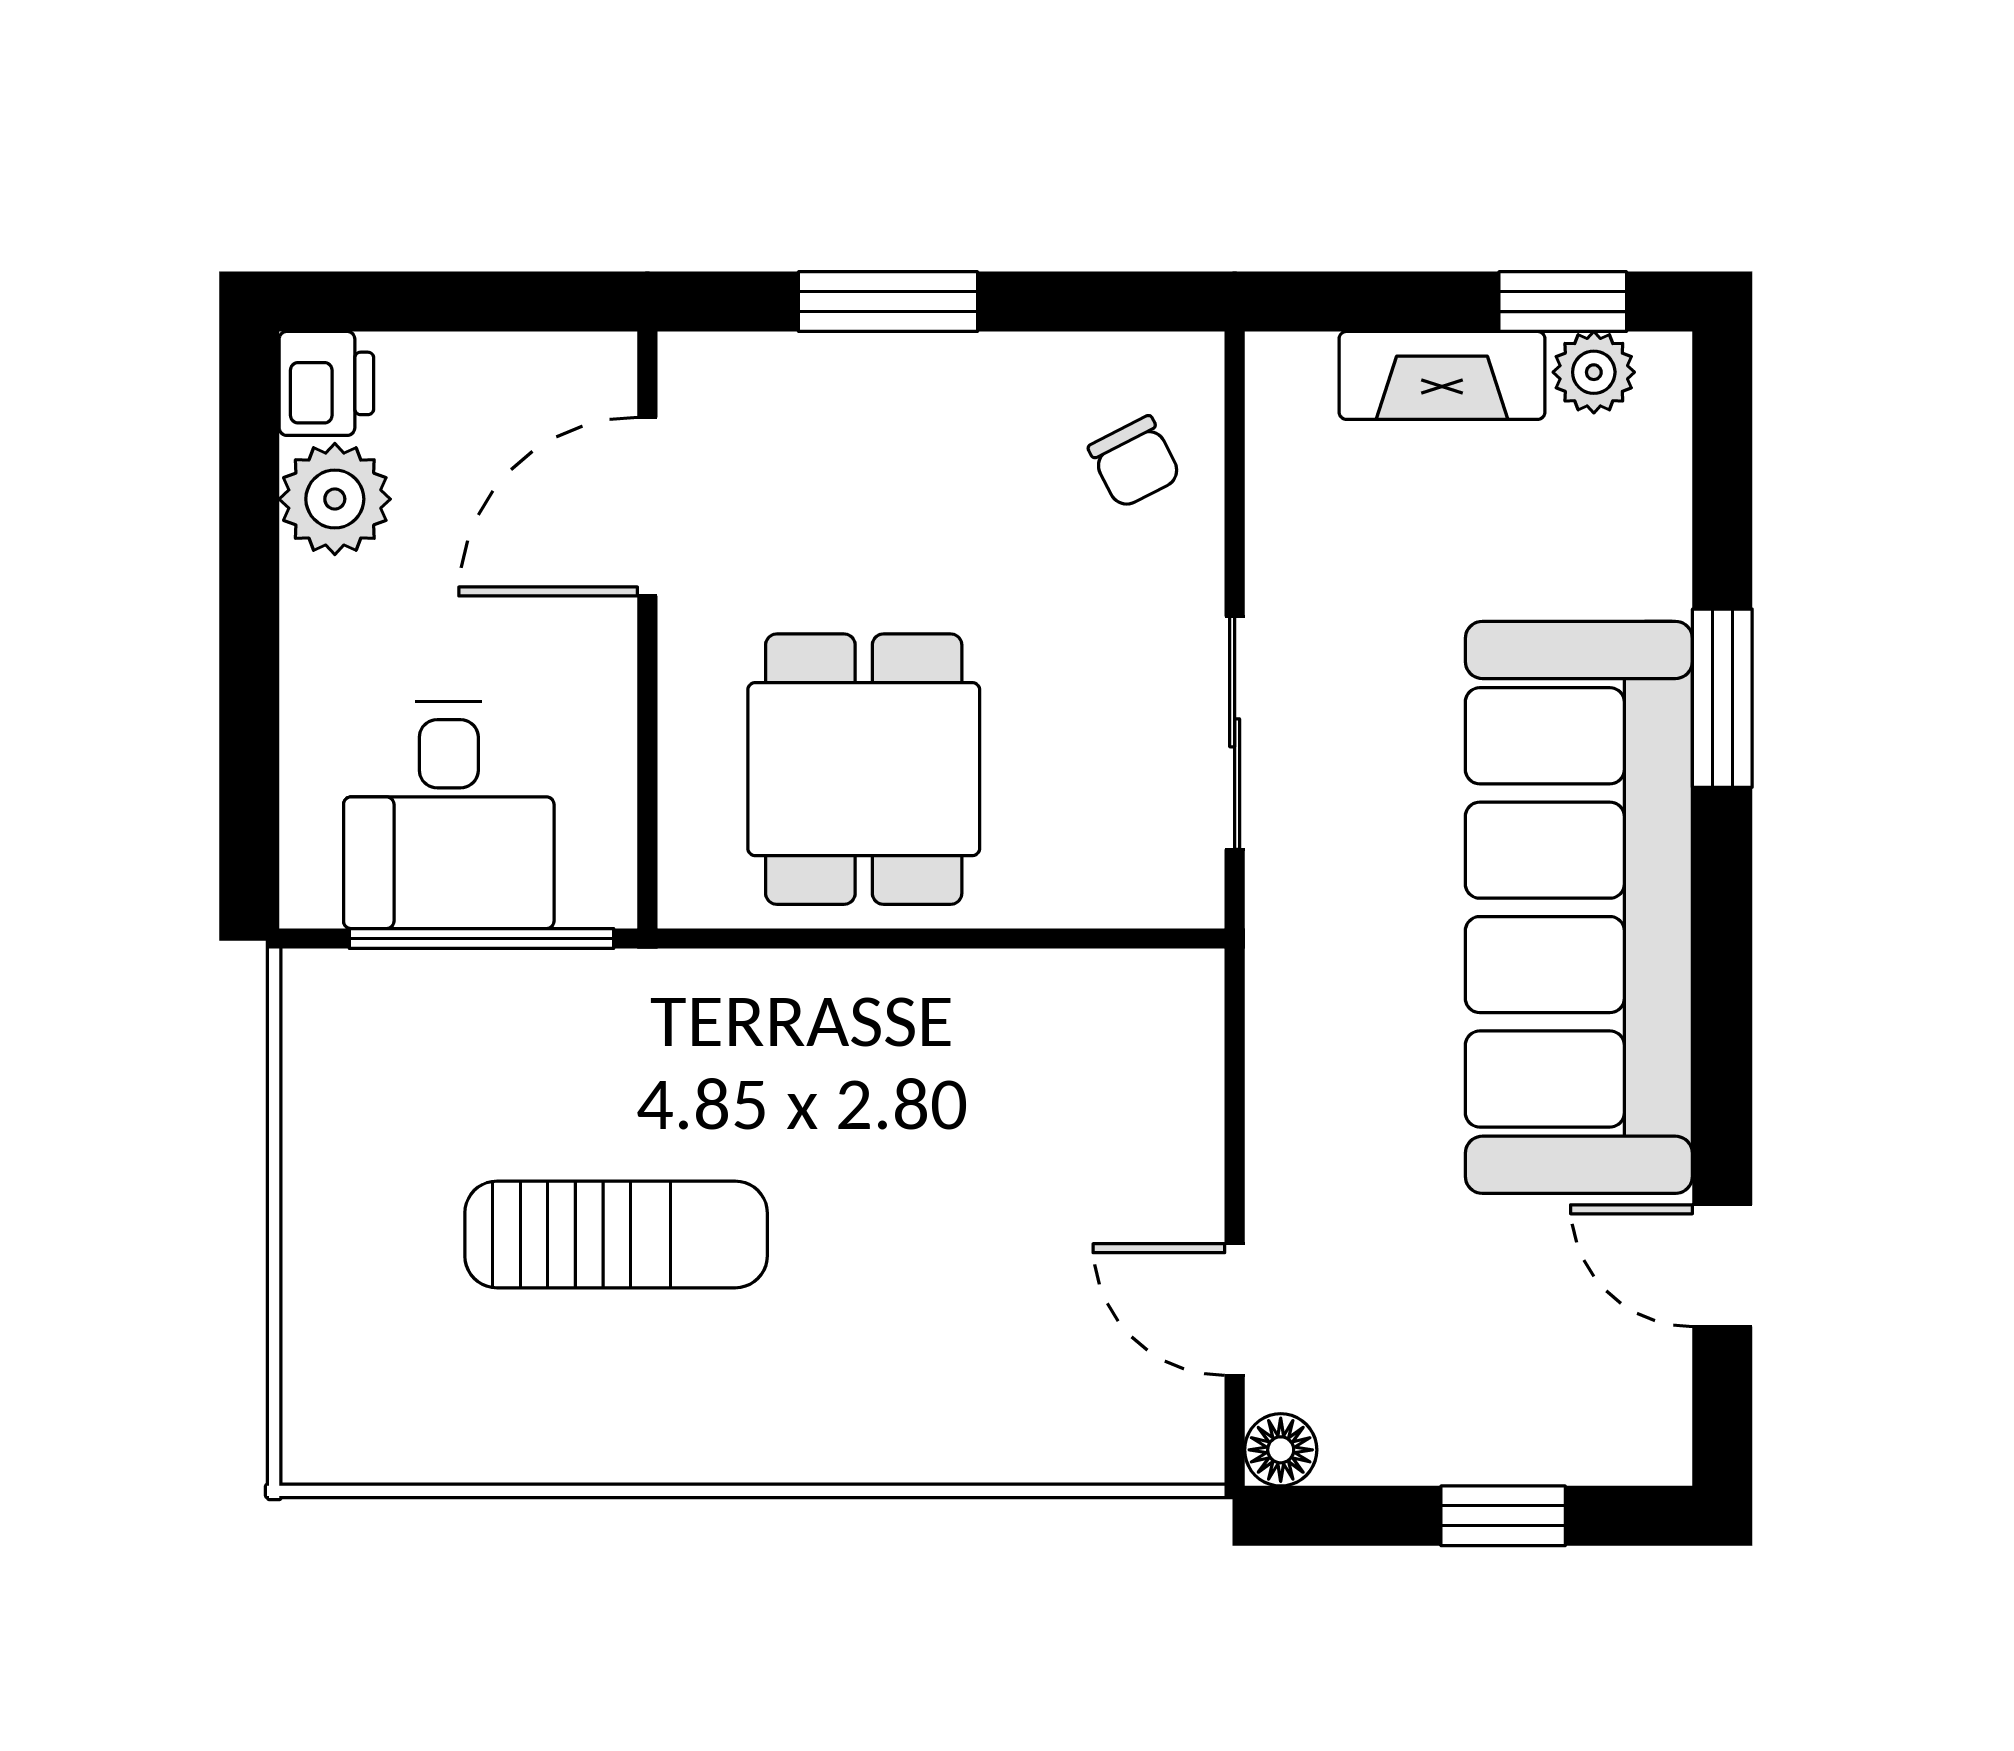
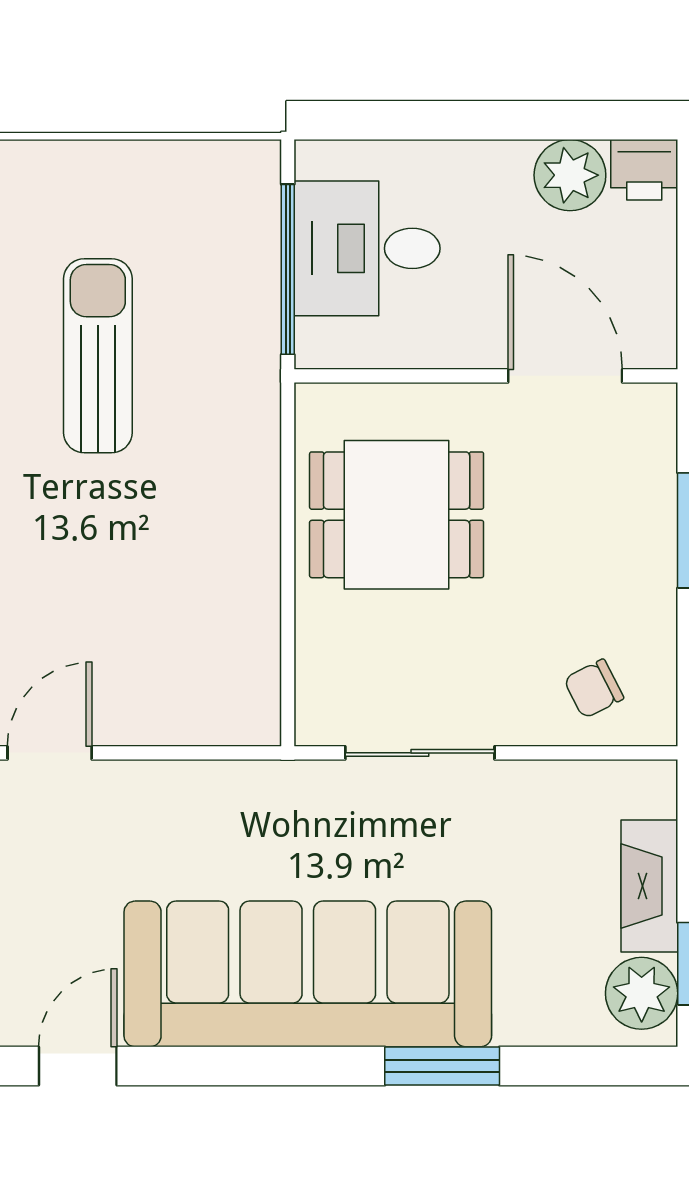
plant: (1594, 372) -> (642, 993), width x1.38, depth x1.38
sun lounger: (616, 1234) -> (98, 356), turned 180

